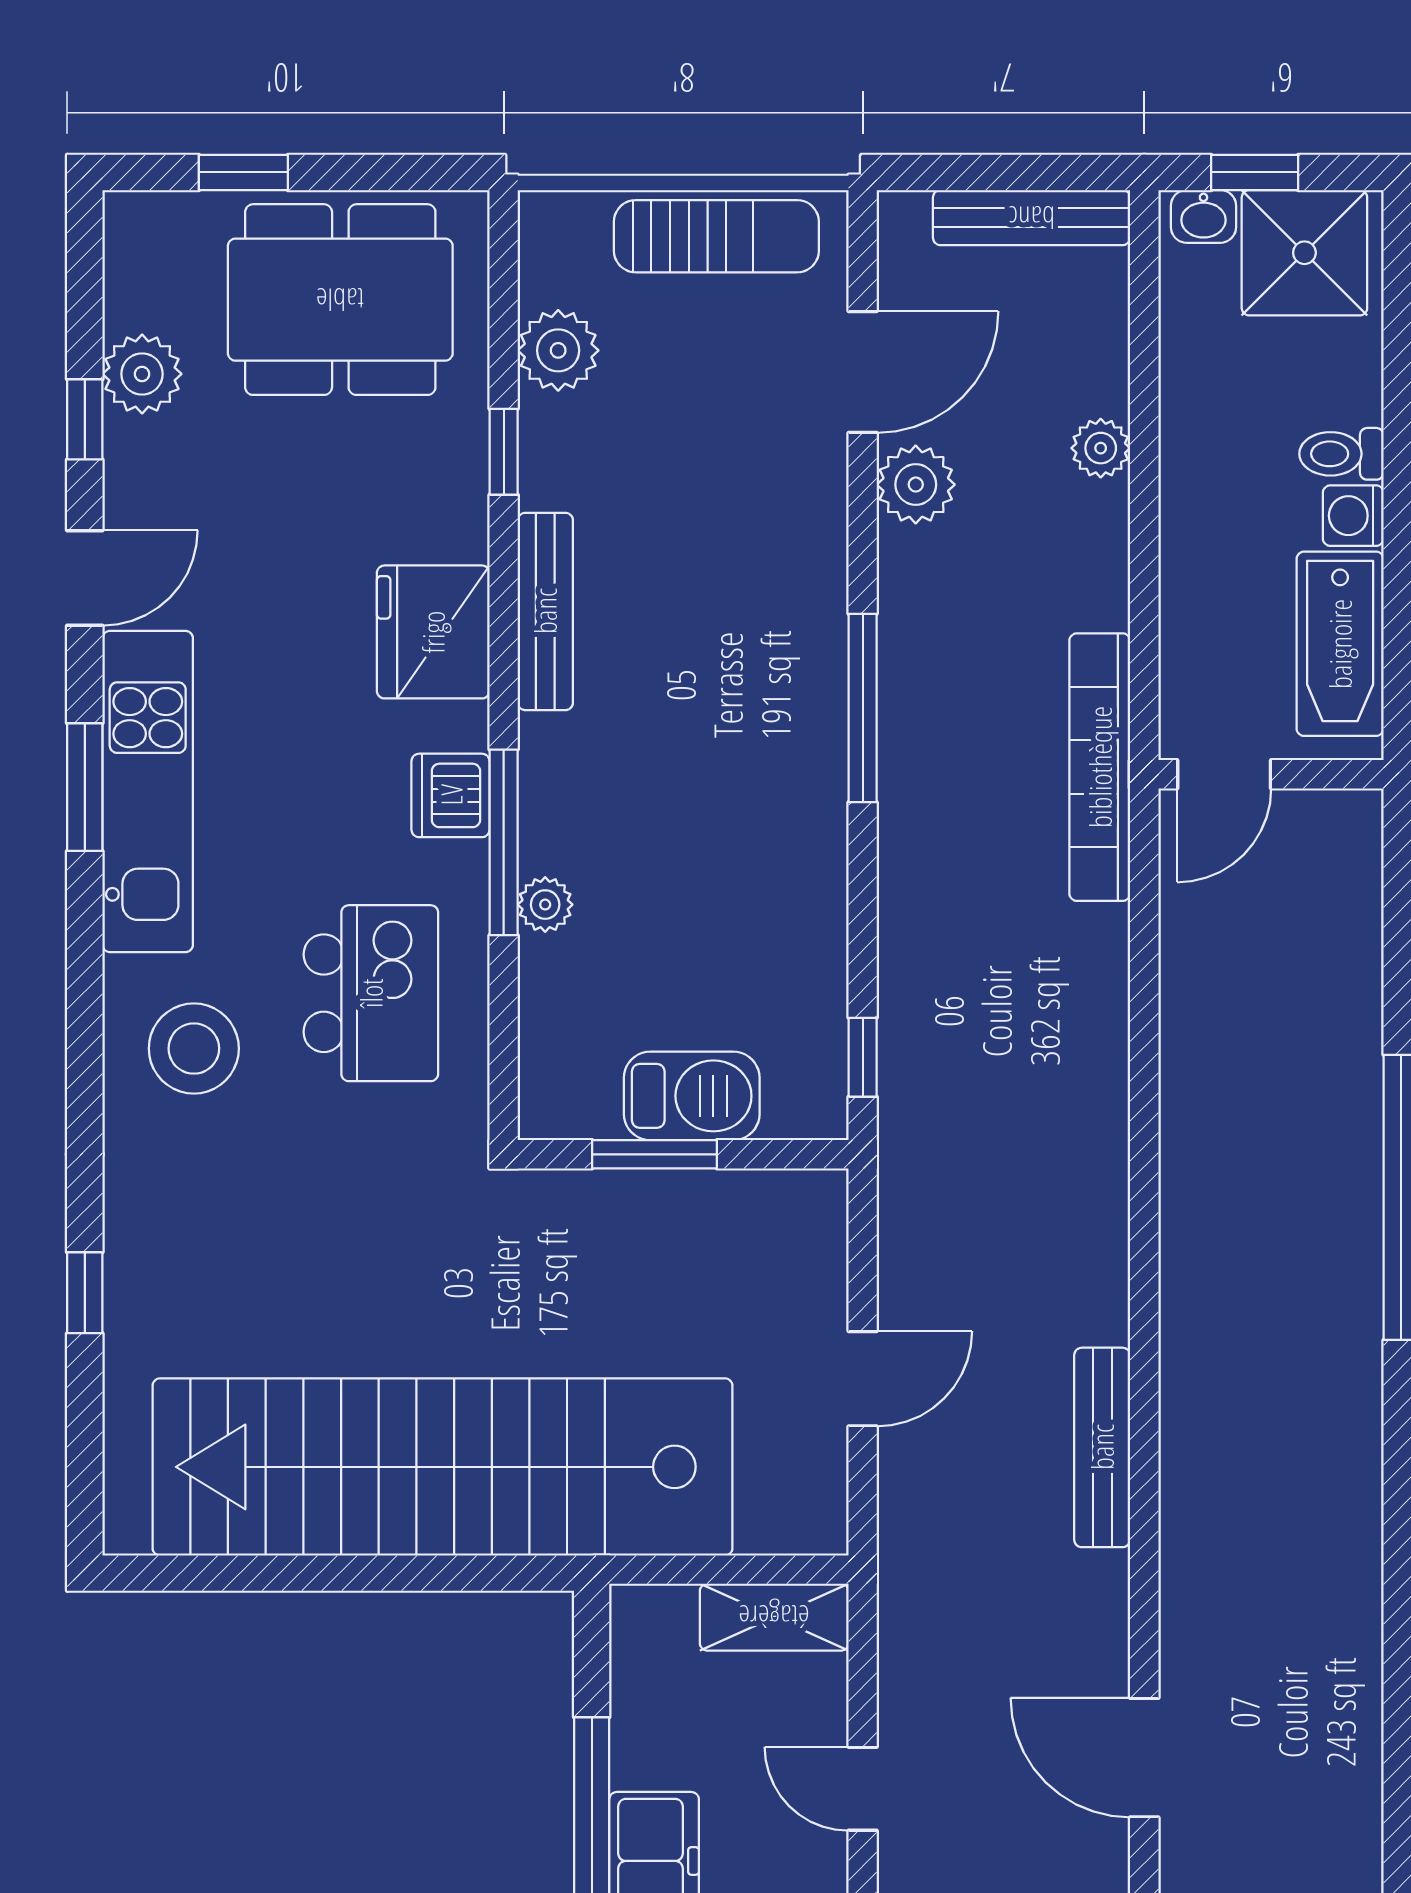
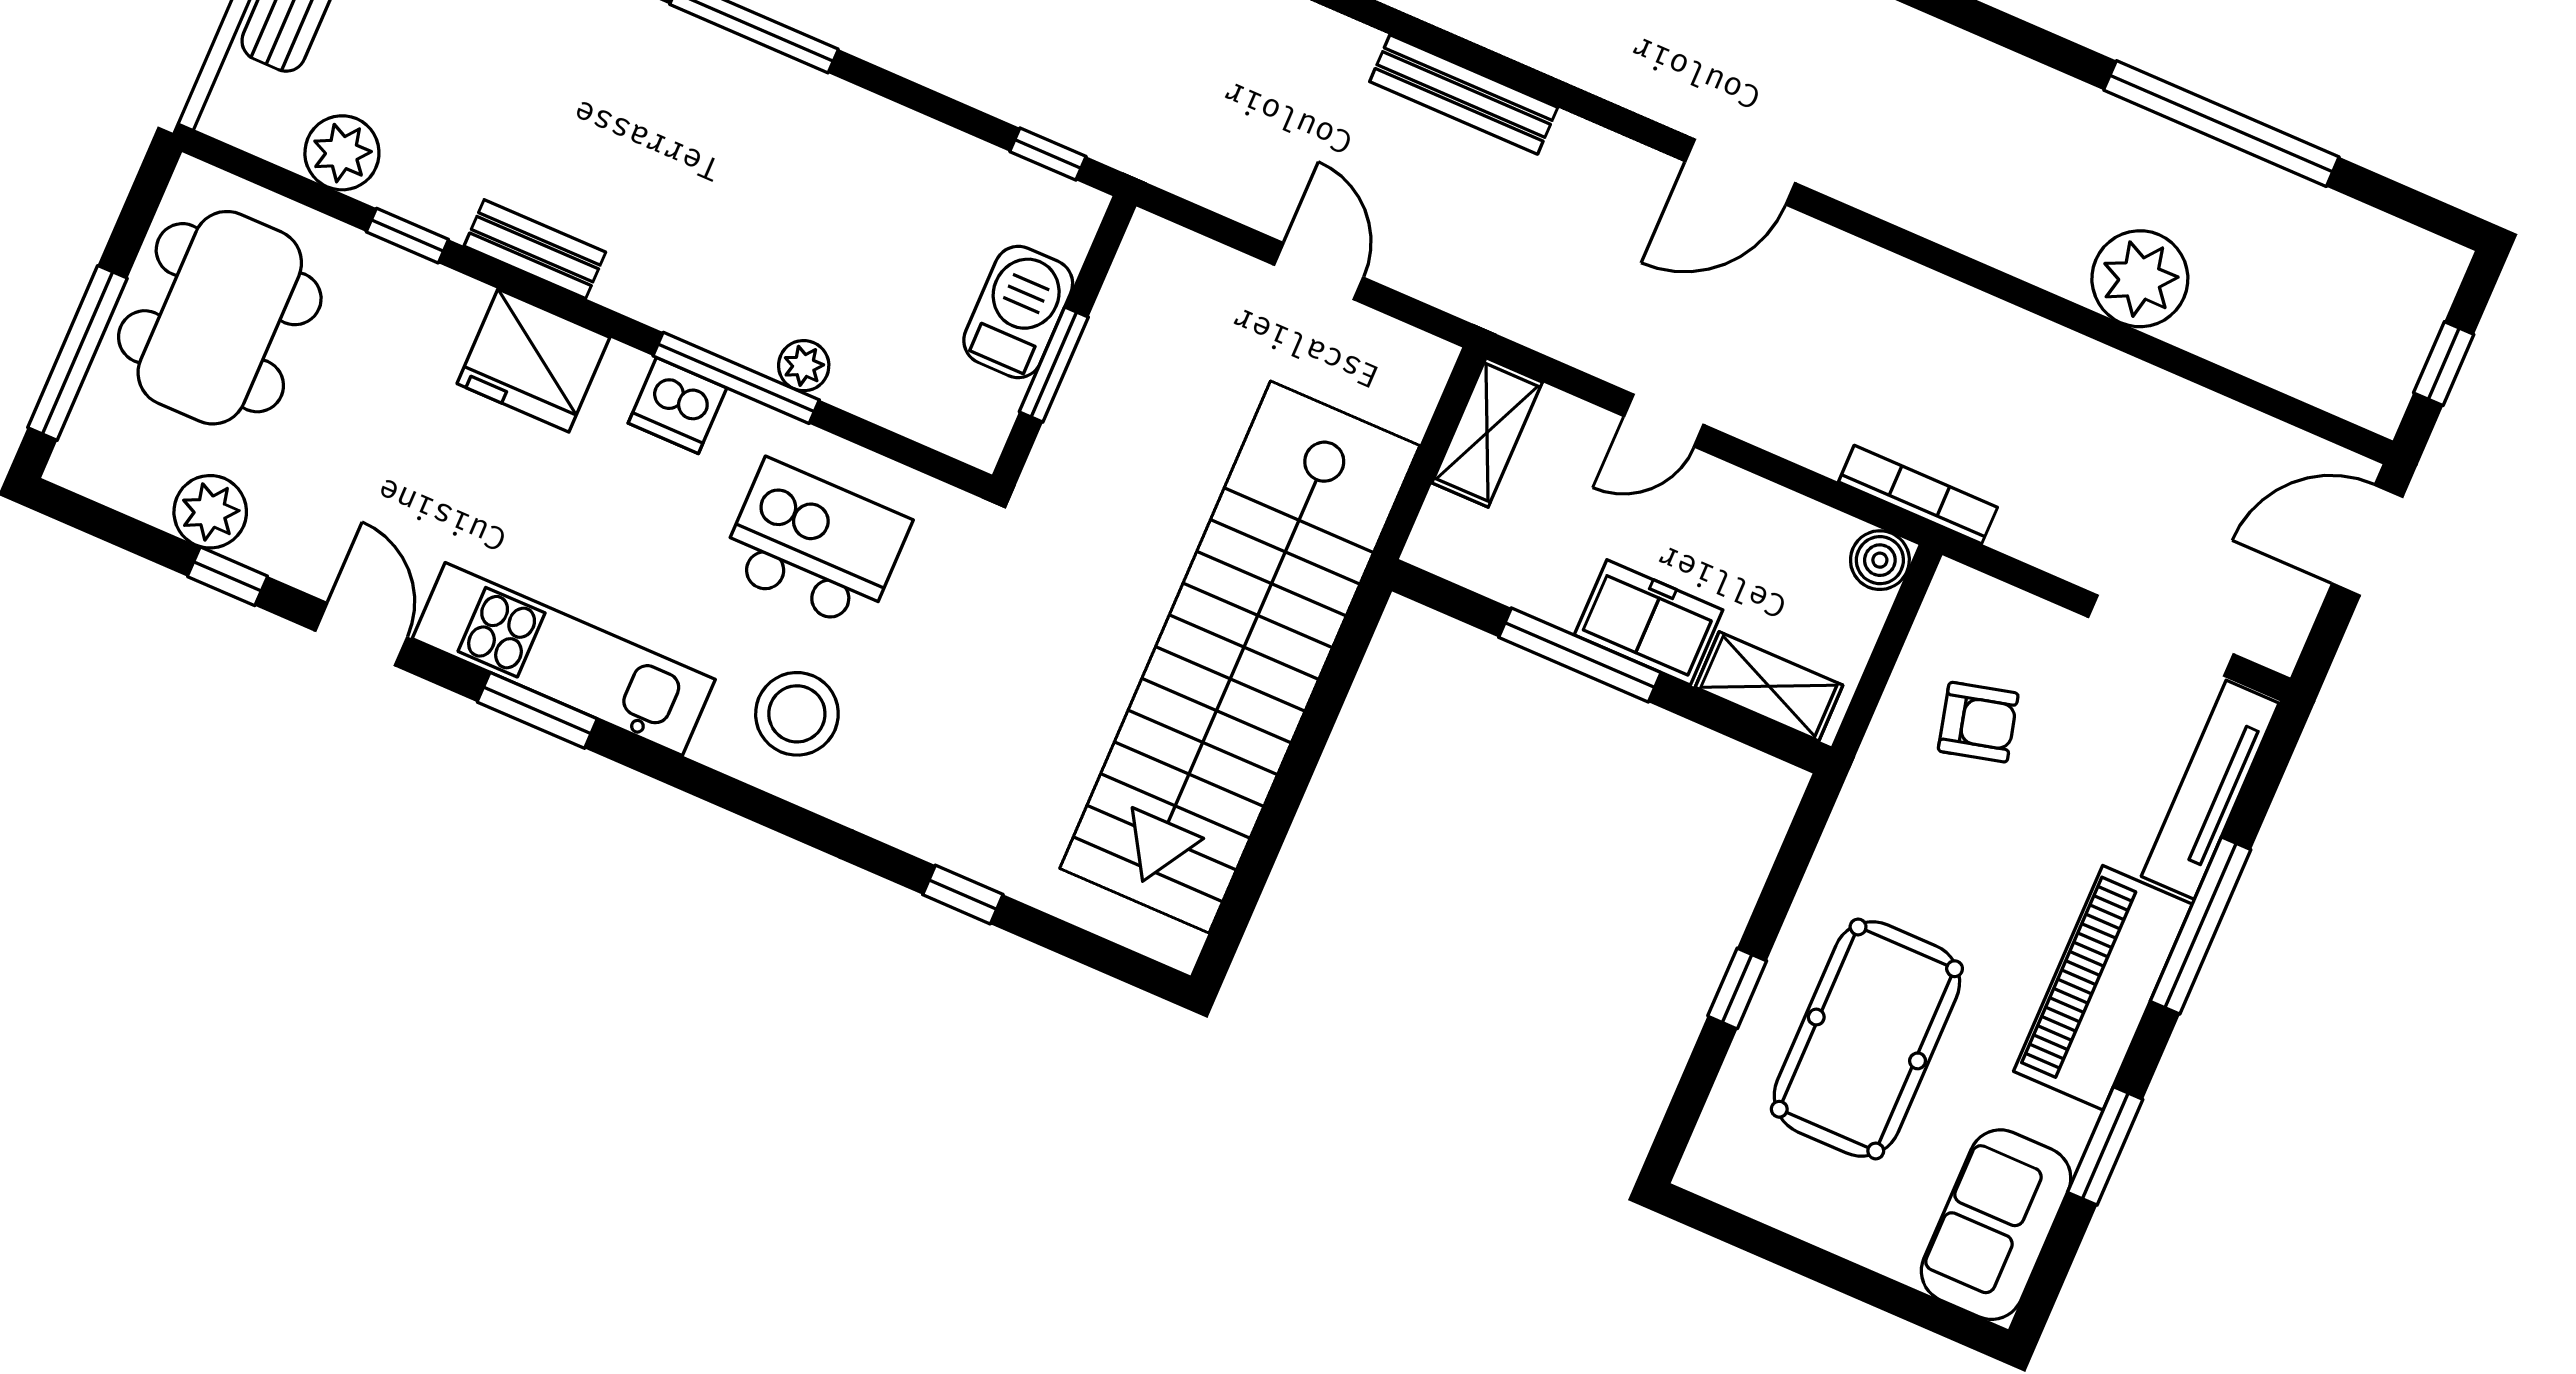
window: (243, 172) -> (77, 353), width x2.17
bench: (545, 611) -> (535, 249), width x0.73

